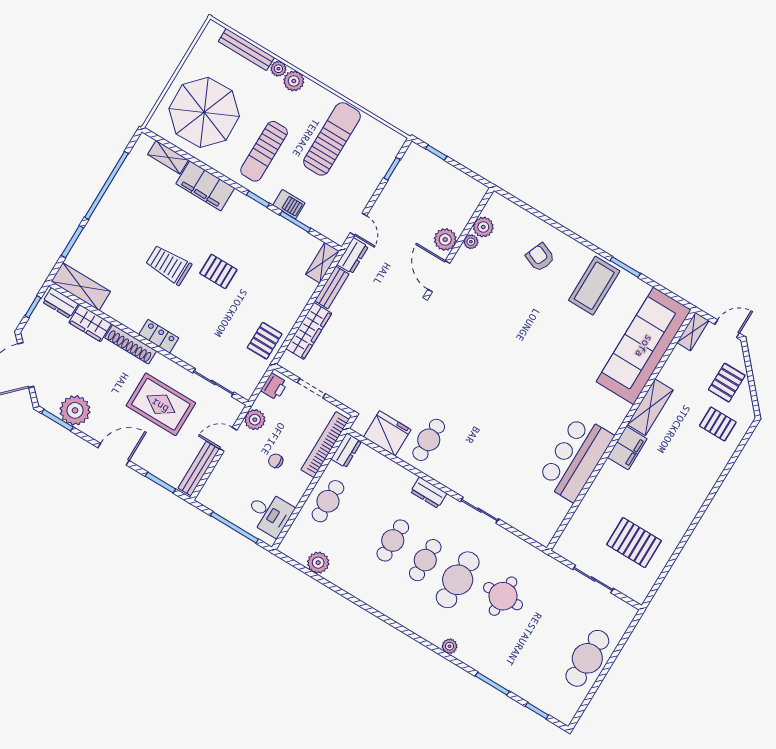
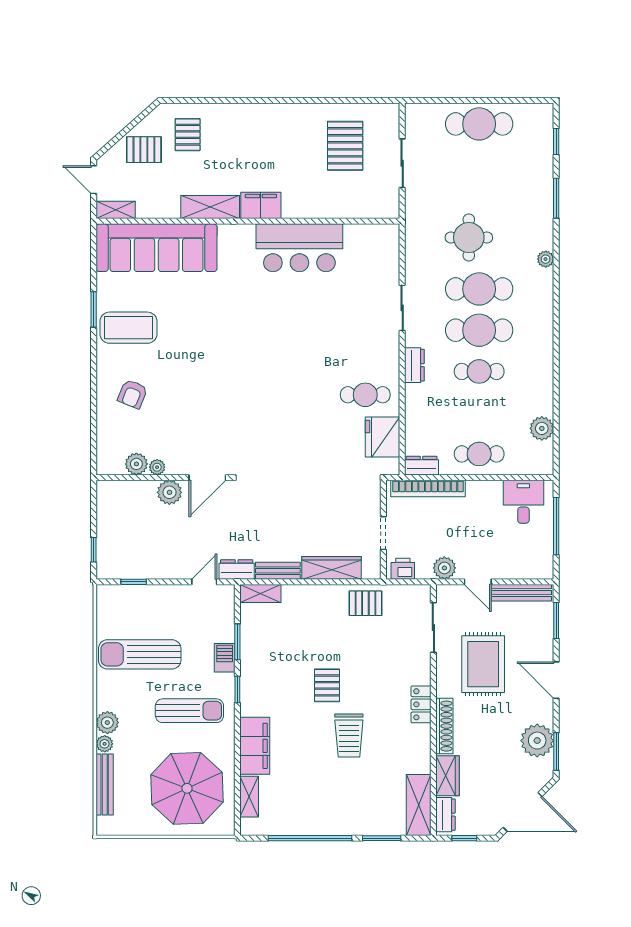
chair: (276, 461) -> (471, 525), removed
cafe table: (425, 560) -> (479, 330), width x1.37, depth x1.35

